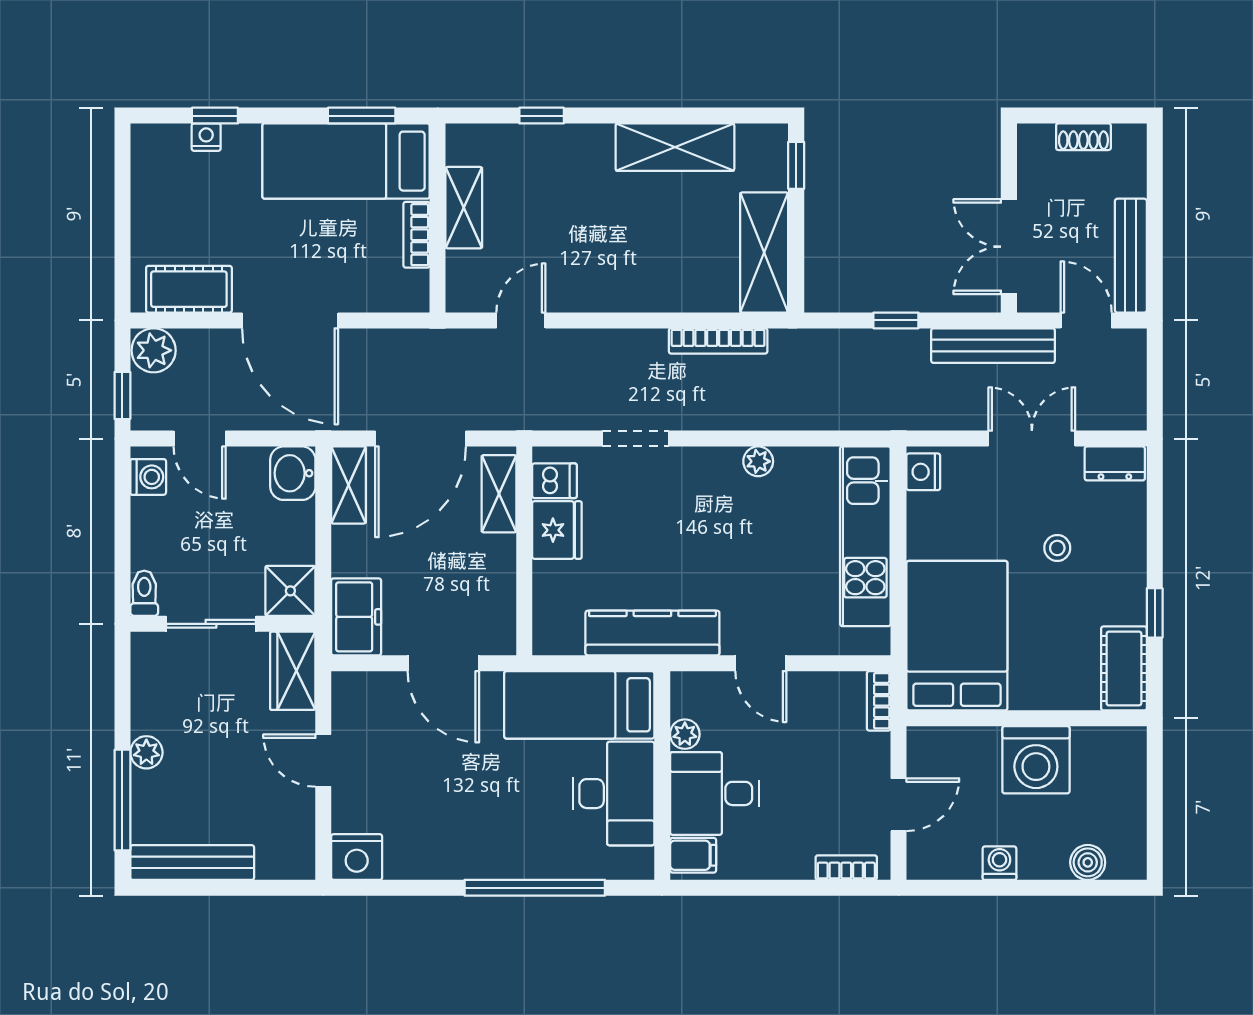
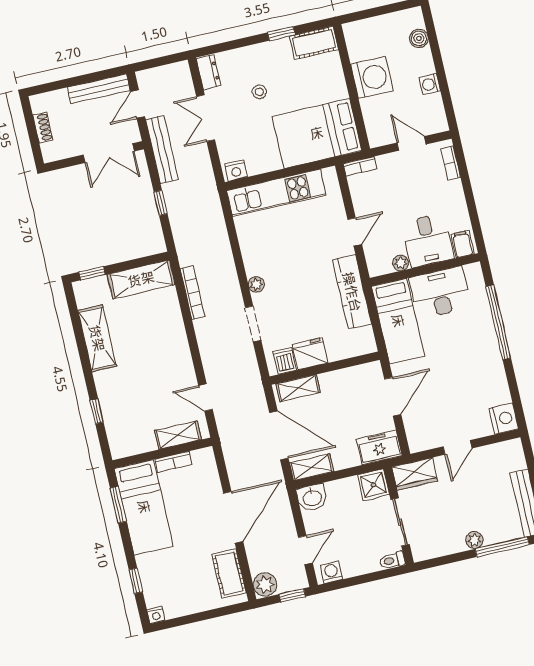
nightstand: (206, 137) -> (156, 615), moved, turned -90
shelving: (464, 208) -> (178, 435), moved
plant: (758, 461) -> (256, 284), moved

